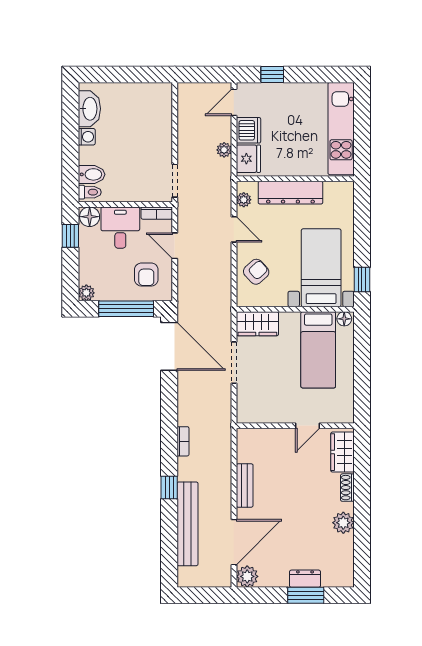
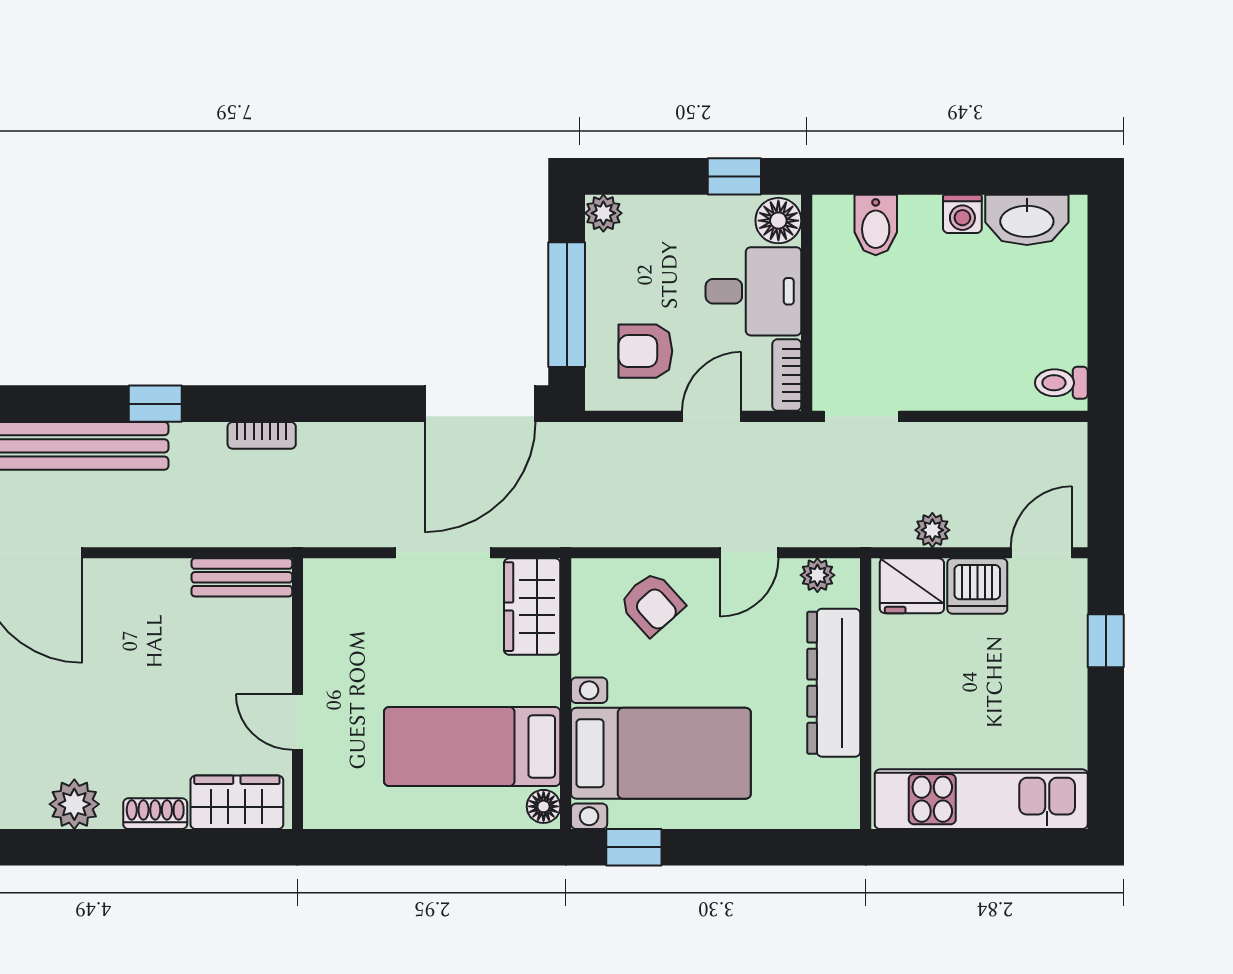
door: (234, 102) -> (1041, 553), hinge flipped
toilet: (90, 192) -> (1061, 383), moved, turned 90
bench: (245, 485) -> (242, 577), moved

